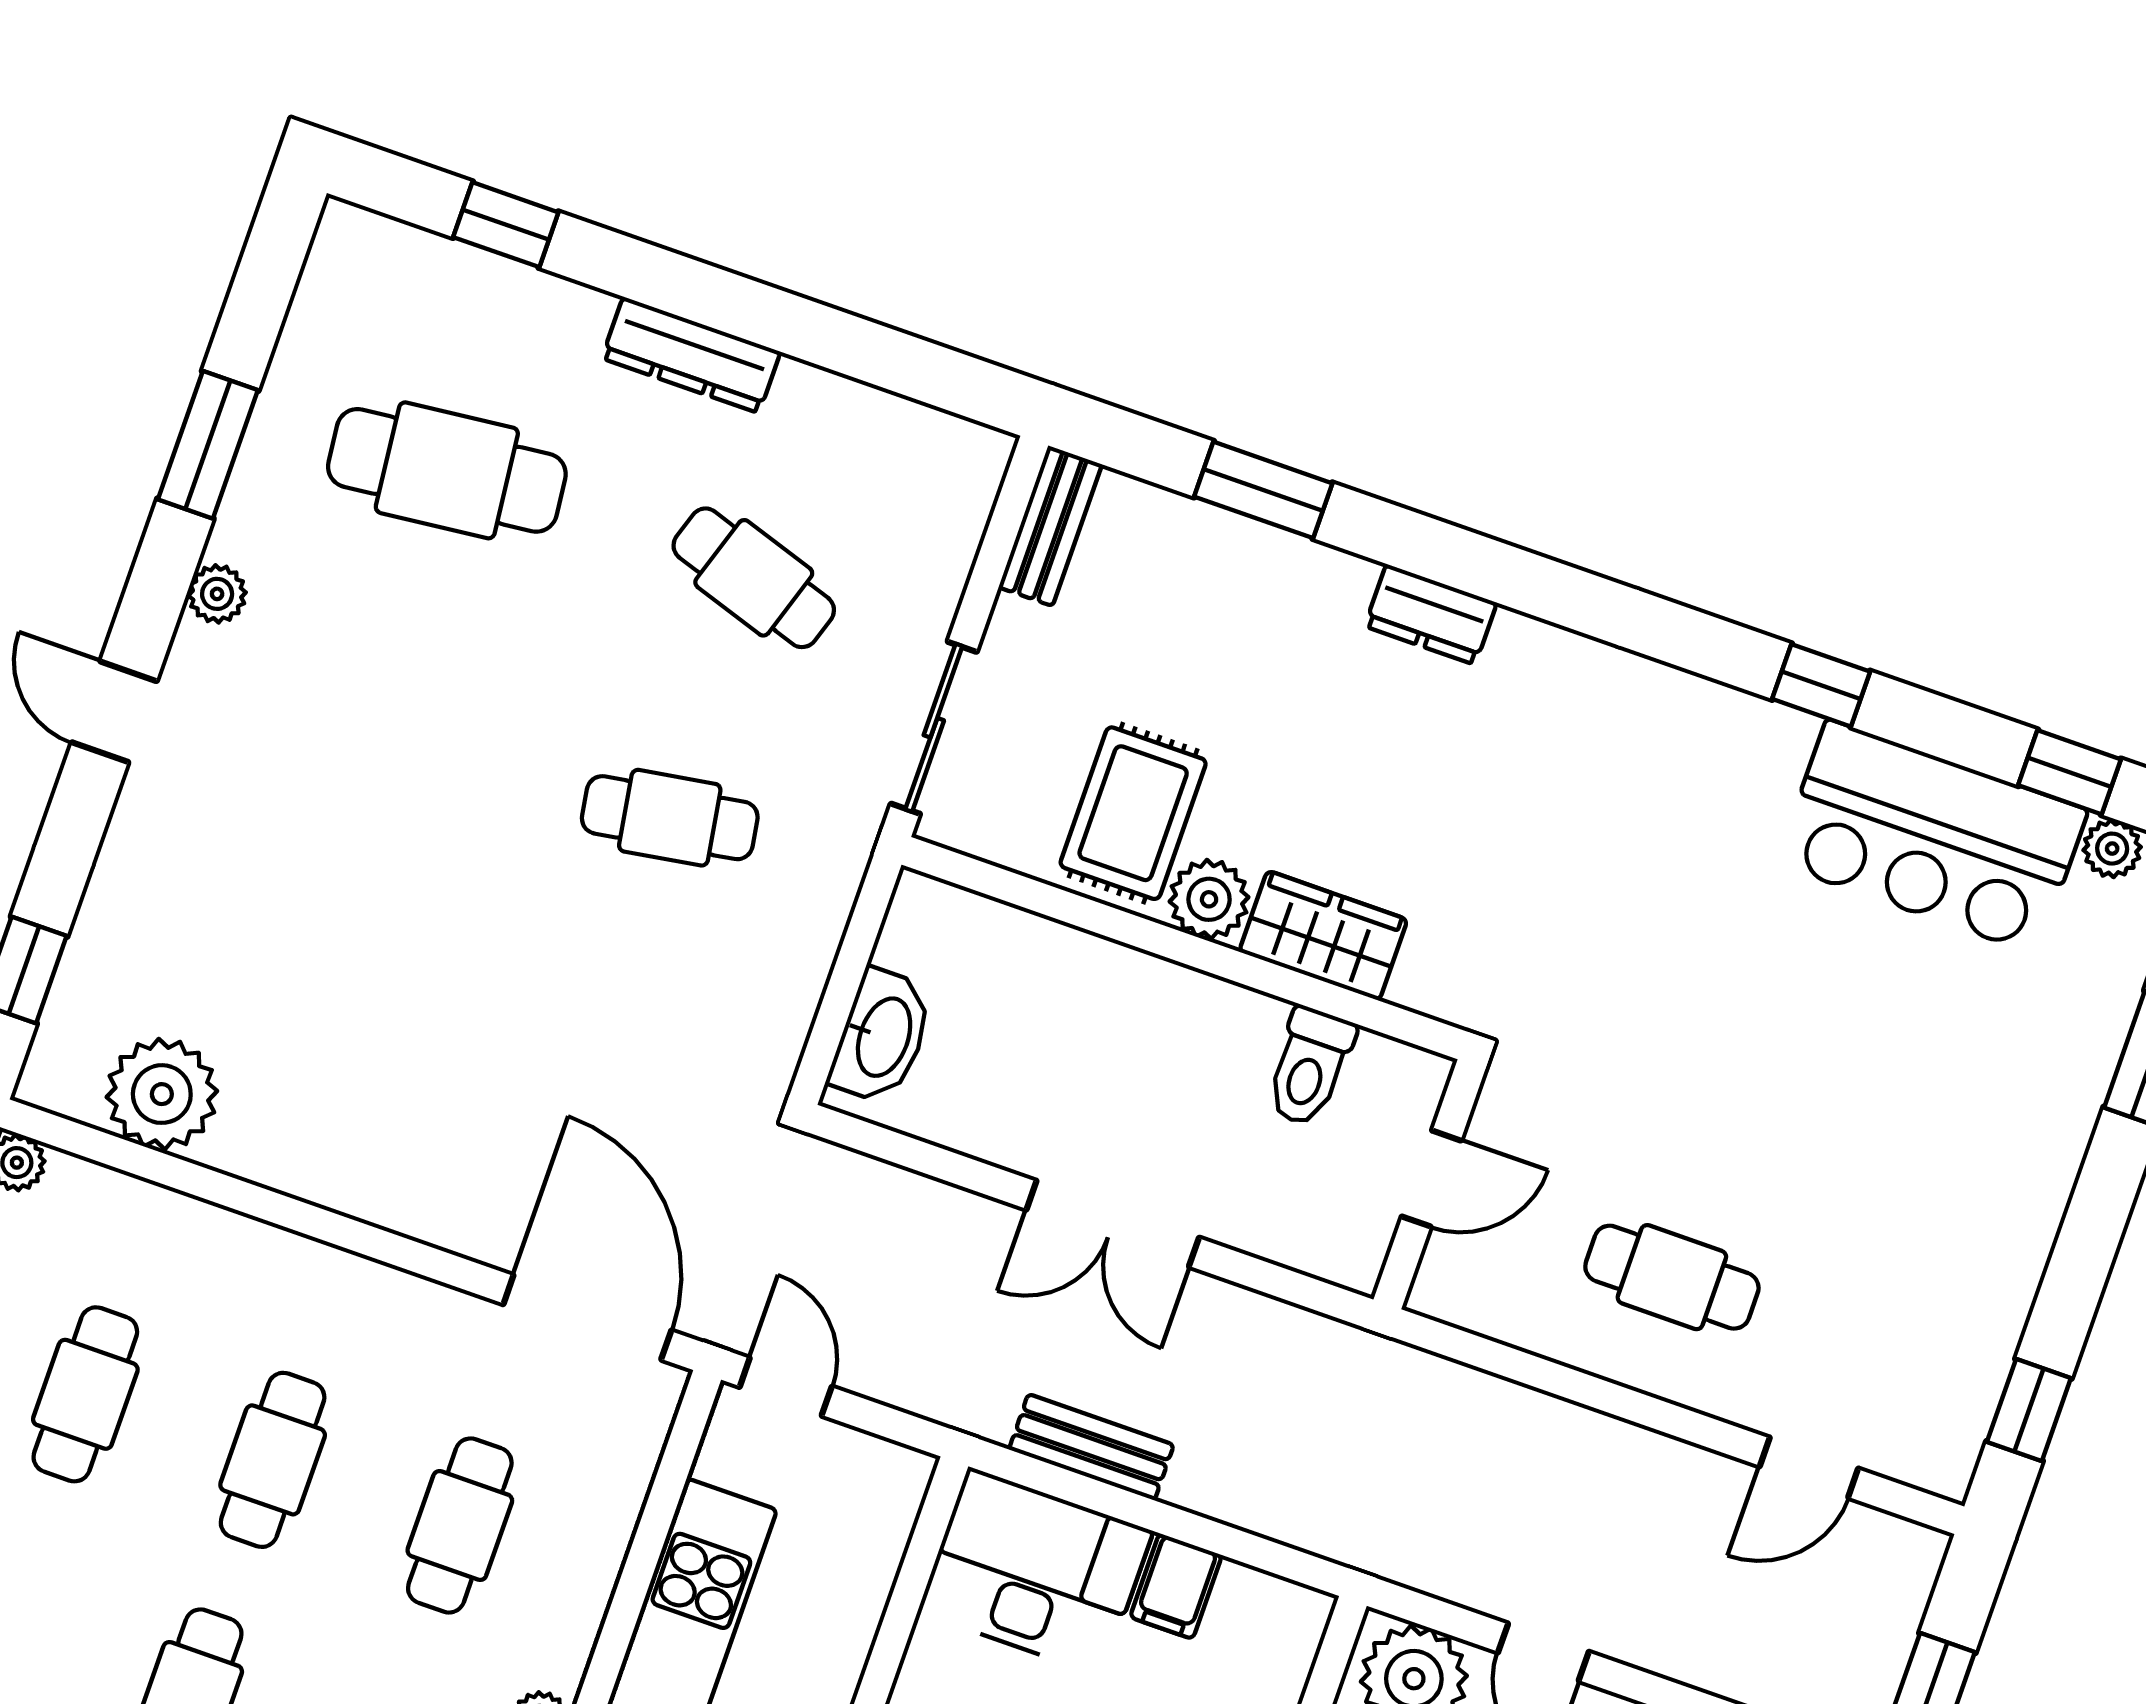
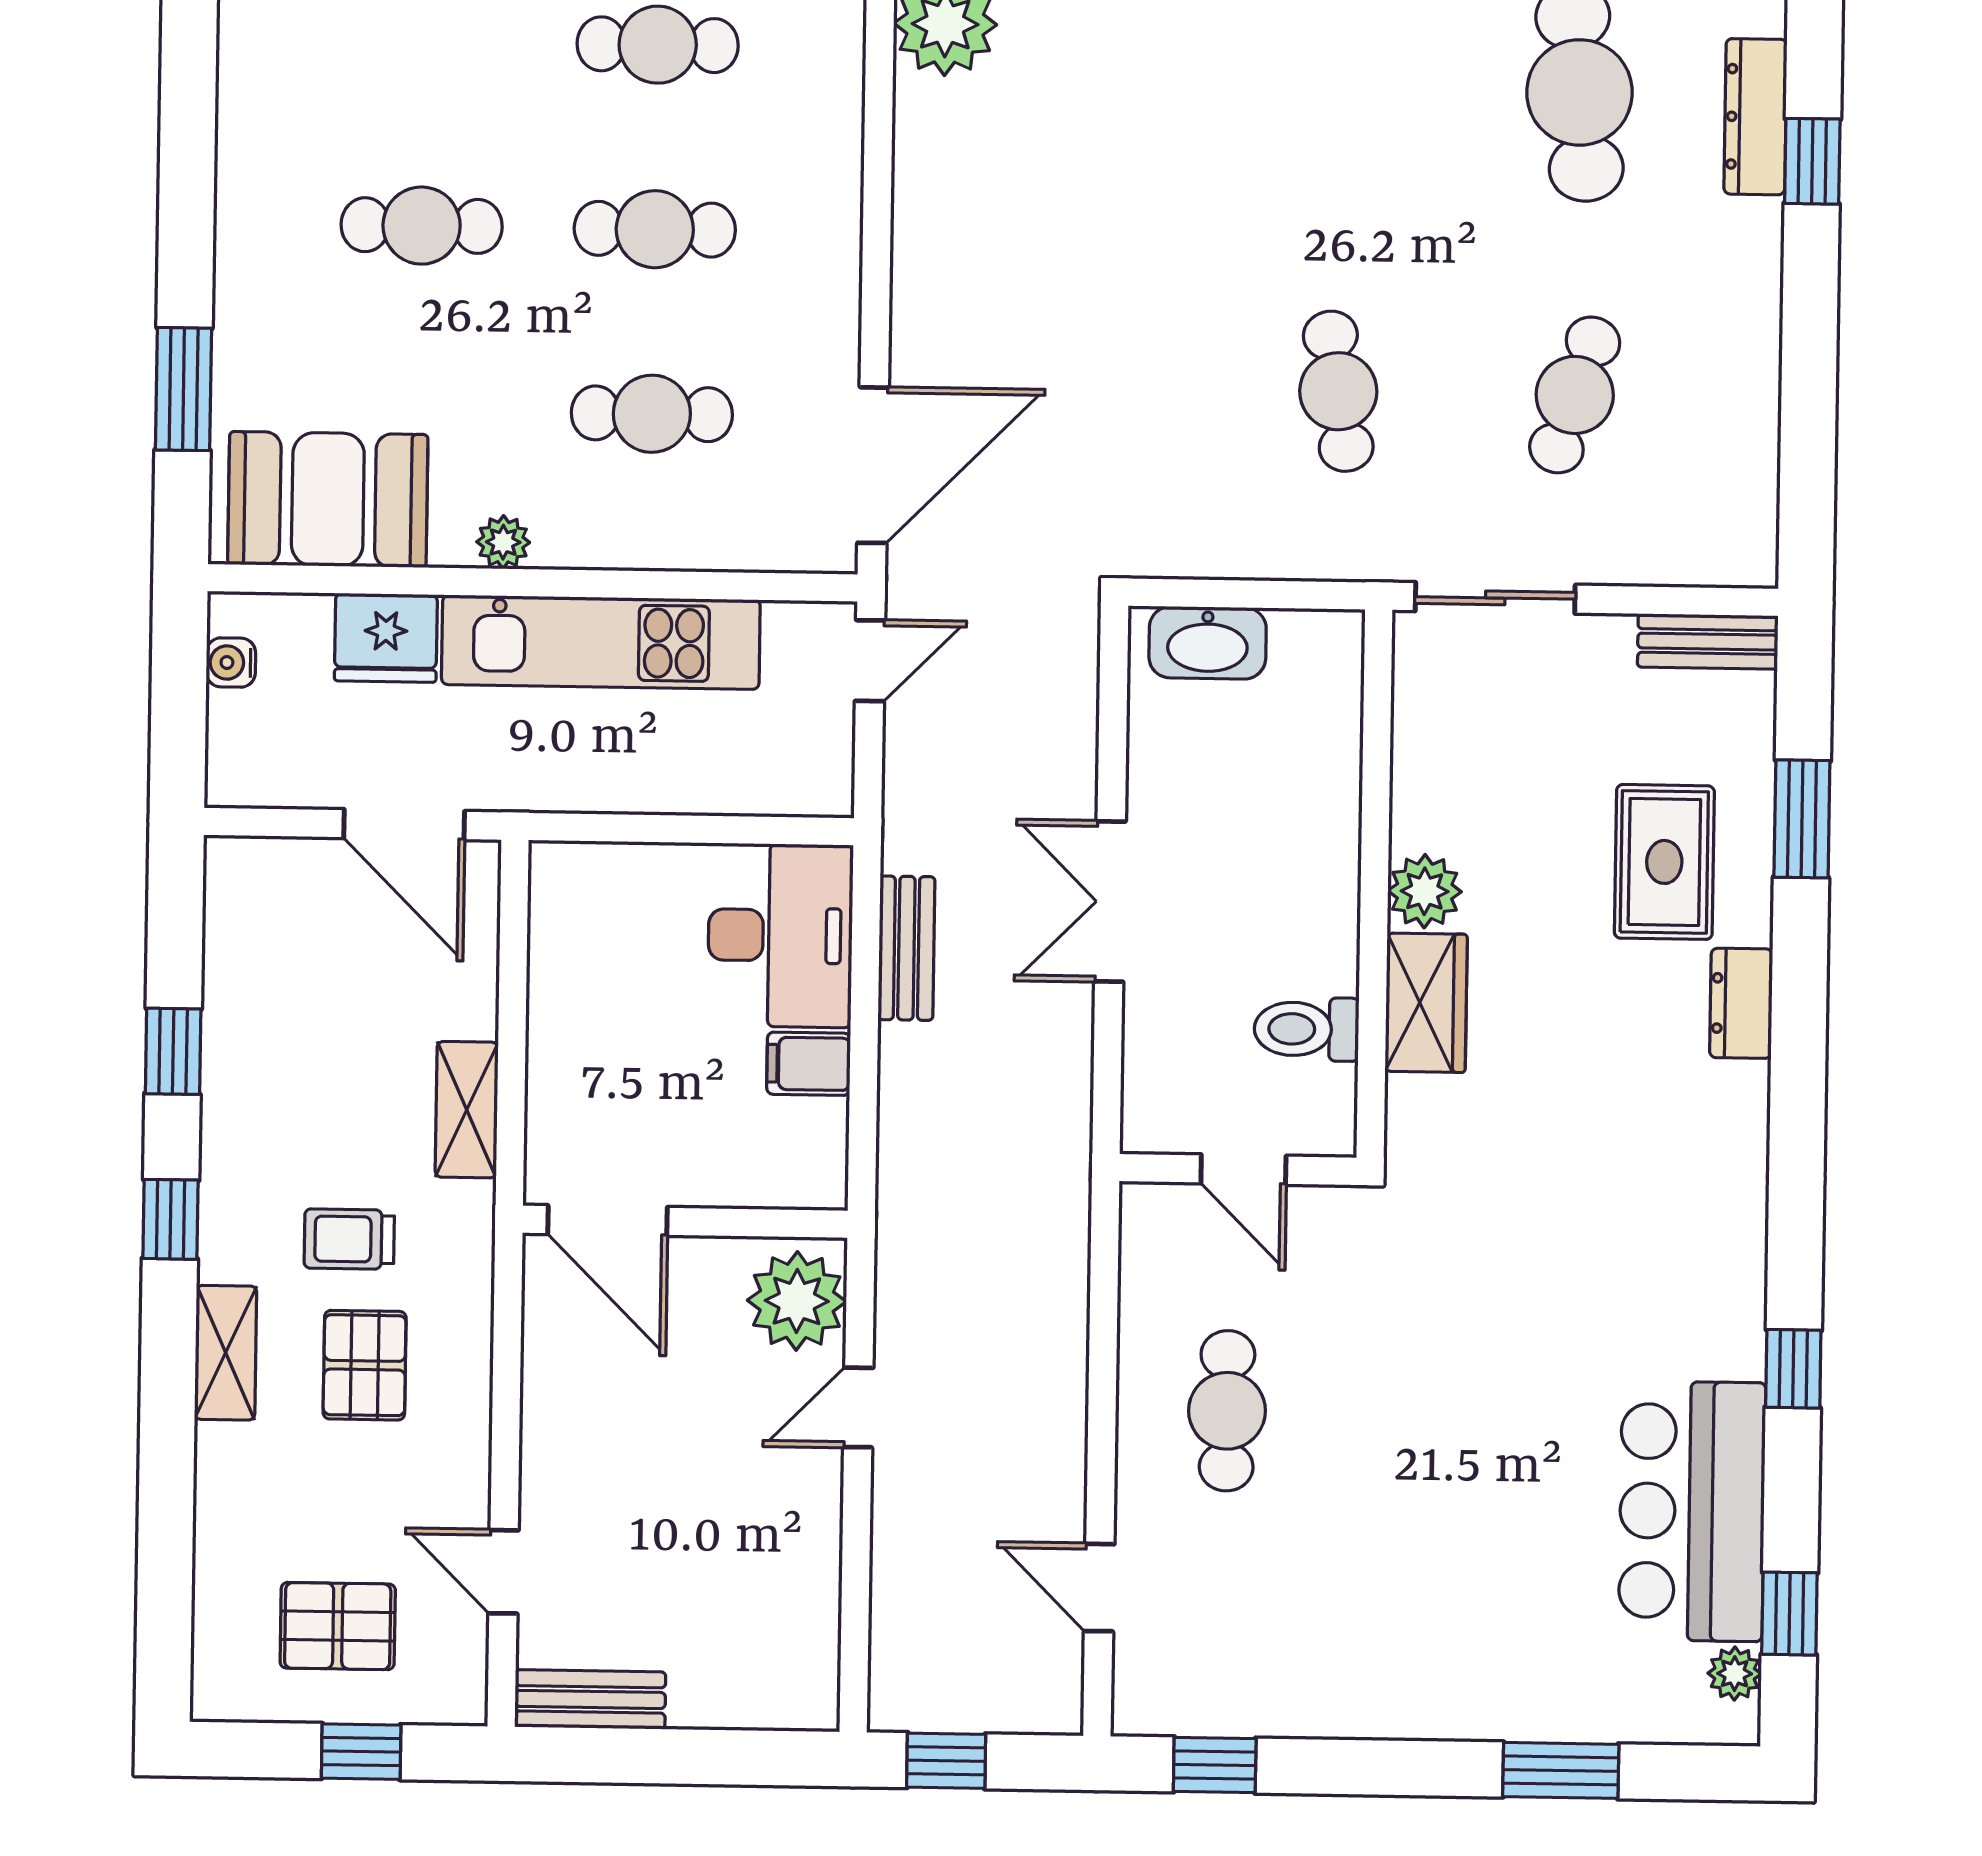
window: (506, 225) -> (1812, 161), moved
dresser: (691, 355) -> (1755, 117), moved
rug: (1133, 813) -> (1664, 862), moved, turned 90

